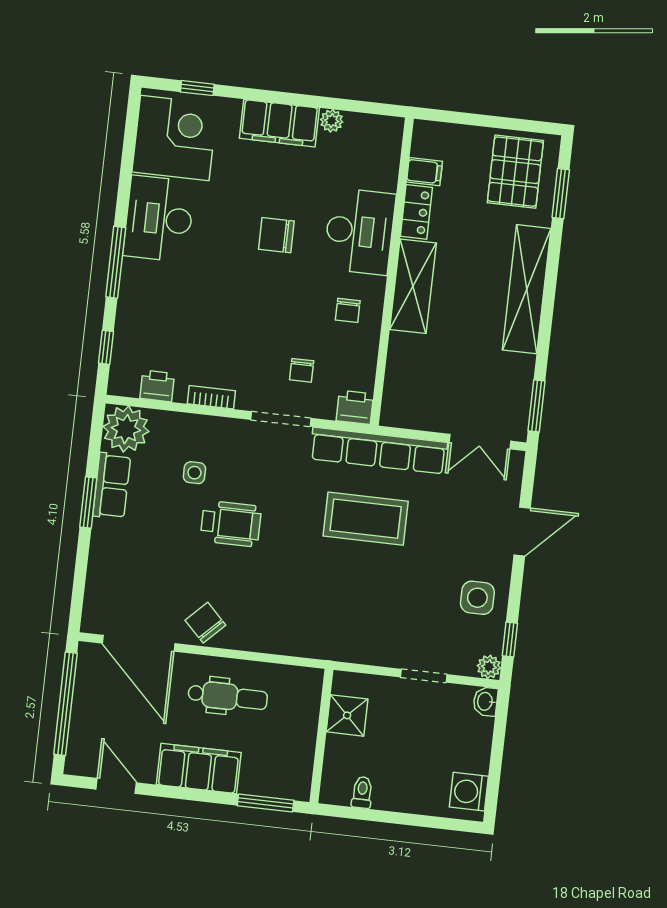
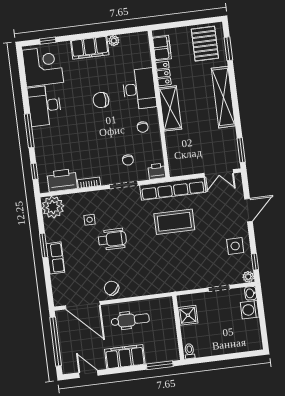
filing cabinet: (424, 172) -> (162, 48), width x2.00
printer: (157, 386) -> (62, 180), width x1.87, depth x1.48
row of seats: (112, 486) -> (55, 258), moved
toilet: (362, 792) -> (190, 351), moved
washing machine: (469, 792) -> (250, 310), moved

